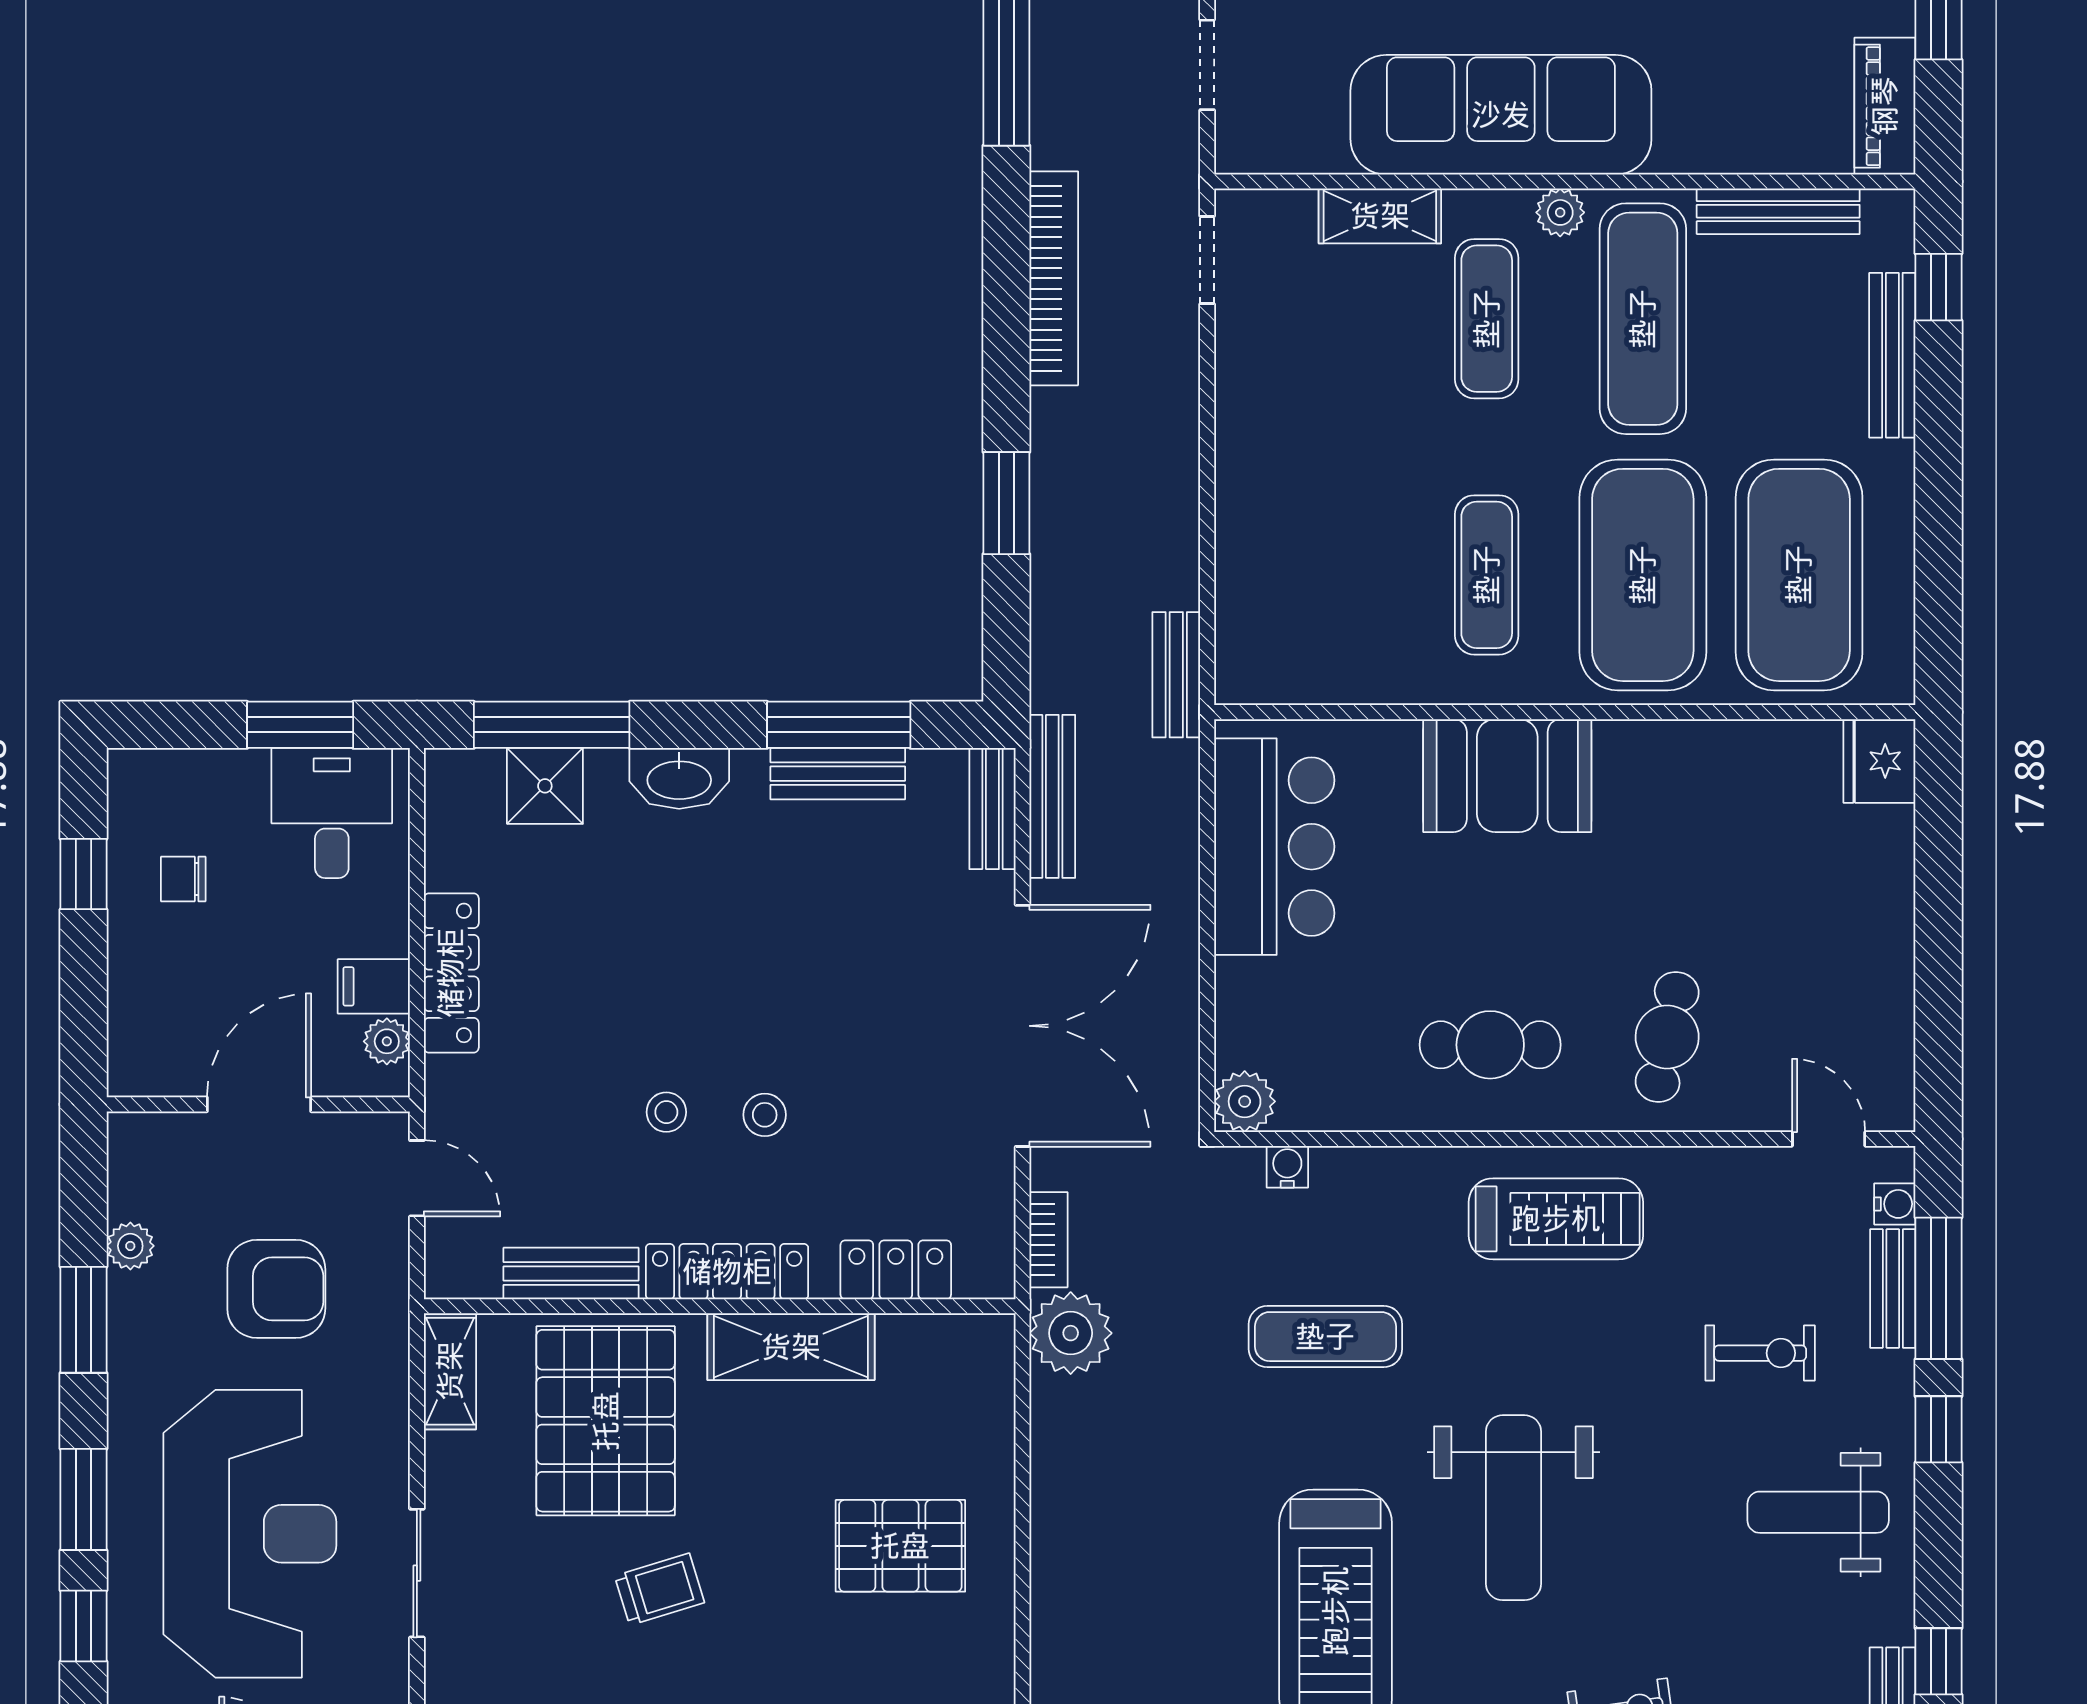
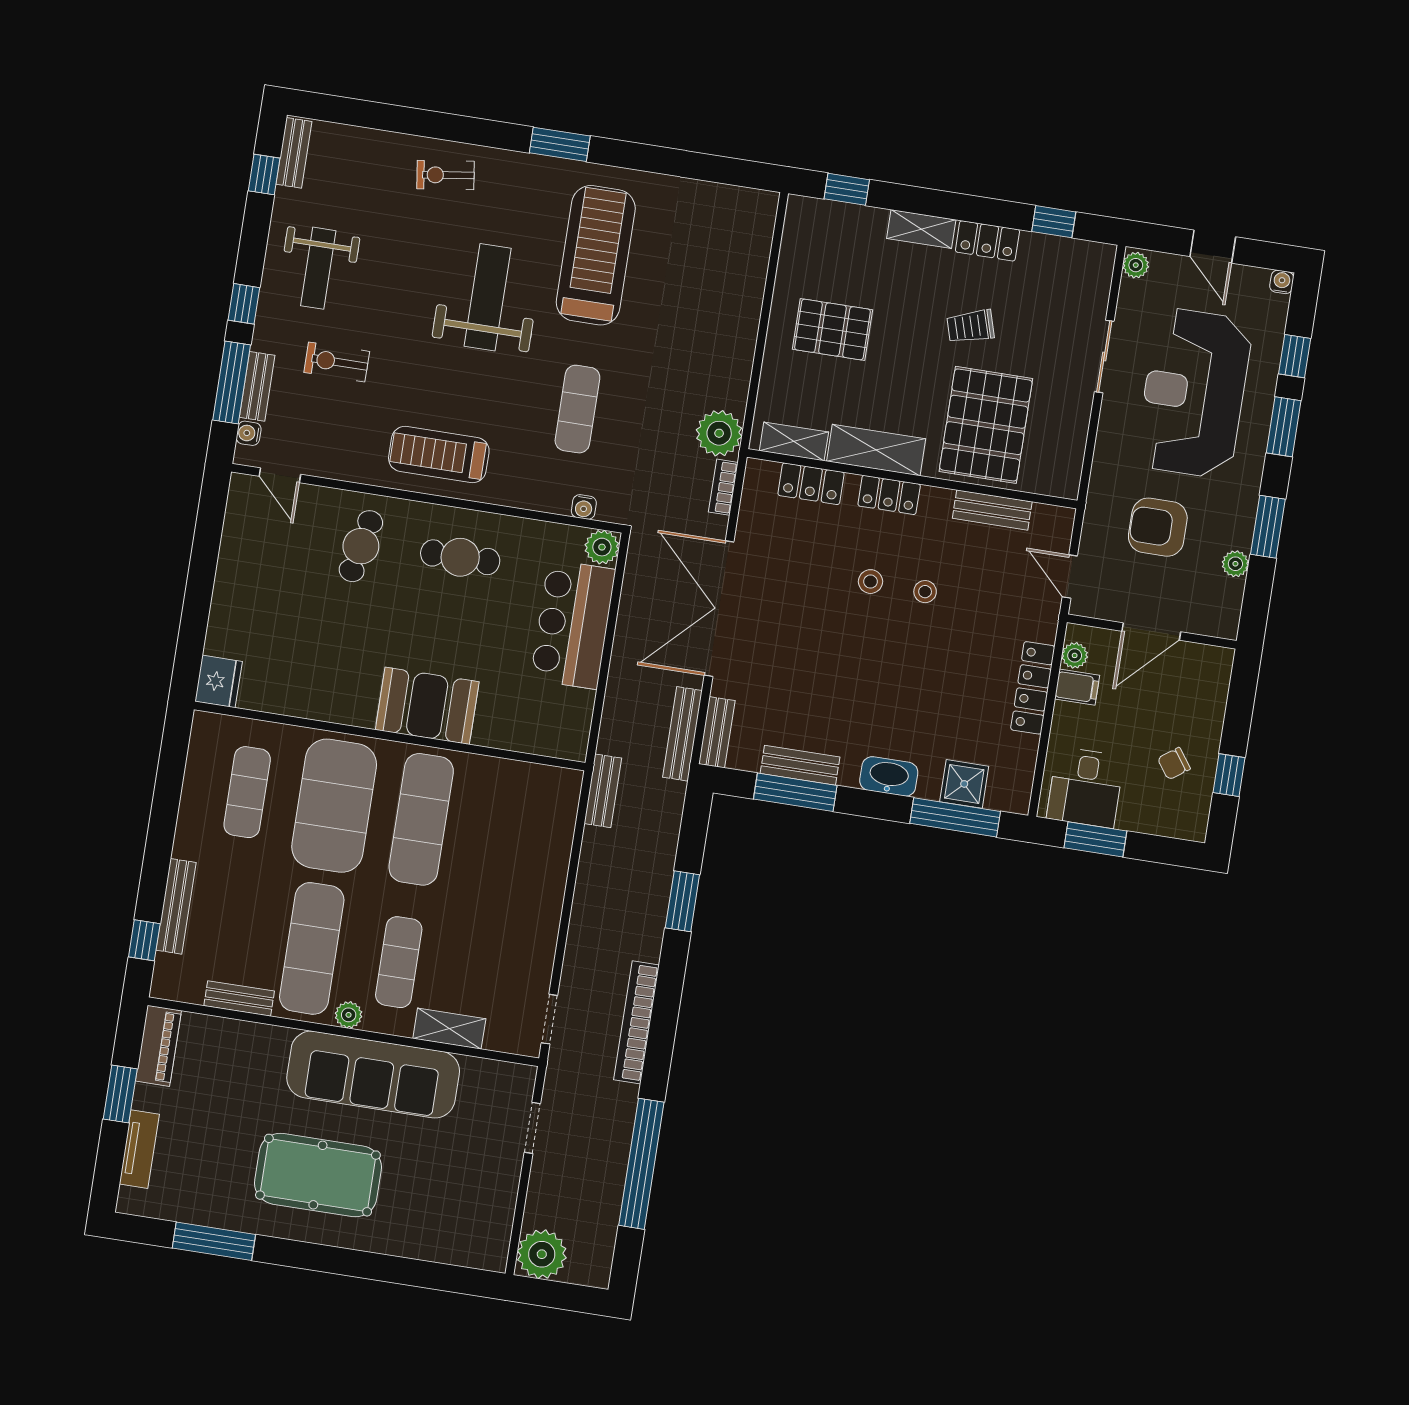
bench: (1778, 211) -> (239, 998), width x0.73
exercise mat: (1487, 575) -> (421, 819), width x1.36, depth x1.45
exercise mat: (1799, 575) -> (247, 792), width x0.50, depth x0.69
bar counter: (1274, 847) -> (573, 624), moved
chair: (183, 879) -> (1174, 764), turned 144
locker: (727, 1272) -> (889, 495), width x0.66
exercise mat: (1325, 1337) -> (577, 409), turned 90
shelving: (450, 1371) -> (794, 441), moved, turned 90
weight bench: (1818, 1512) -> (318, 268), turned 90

